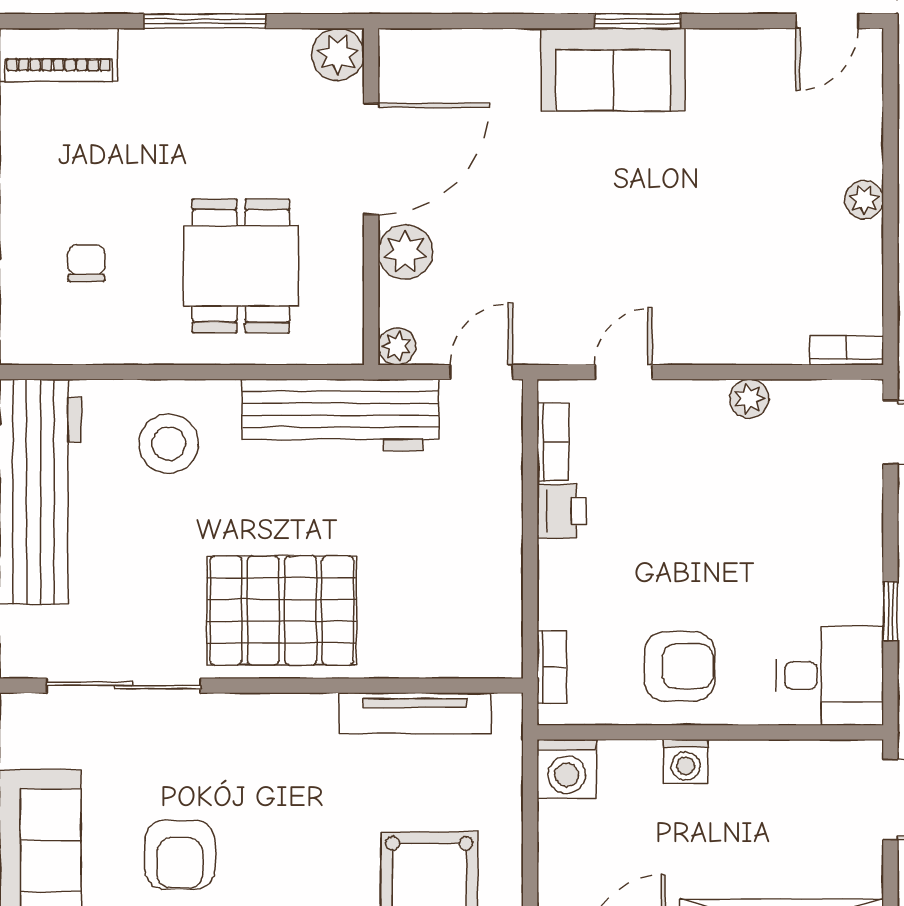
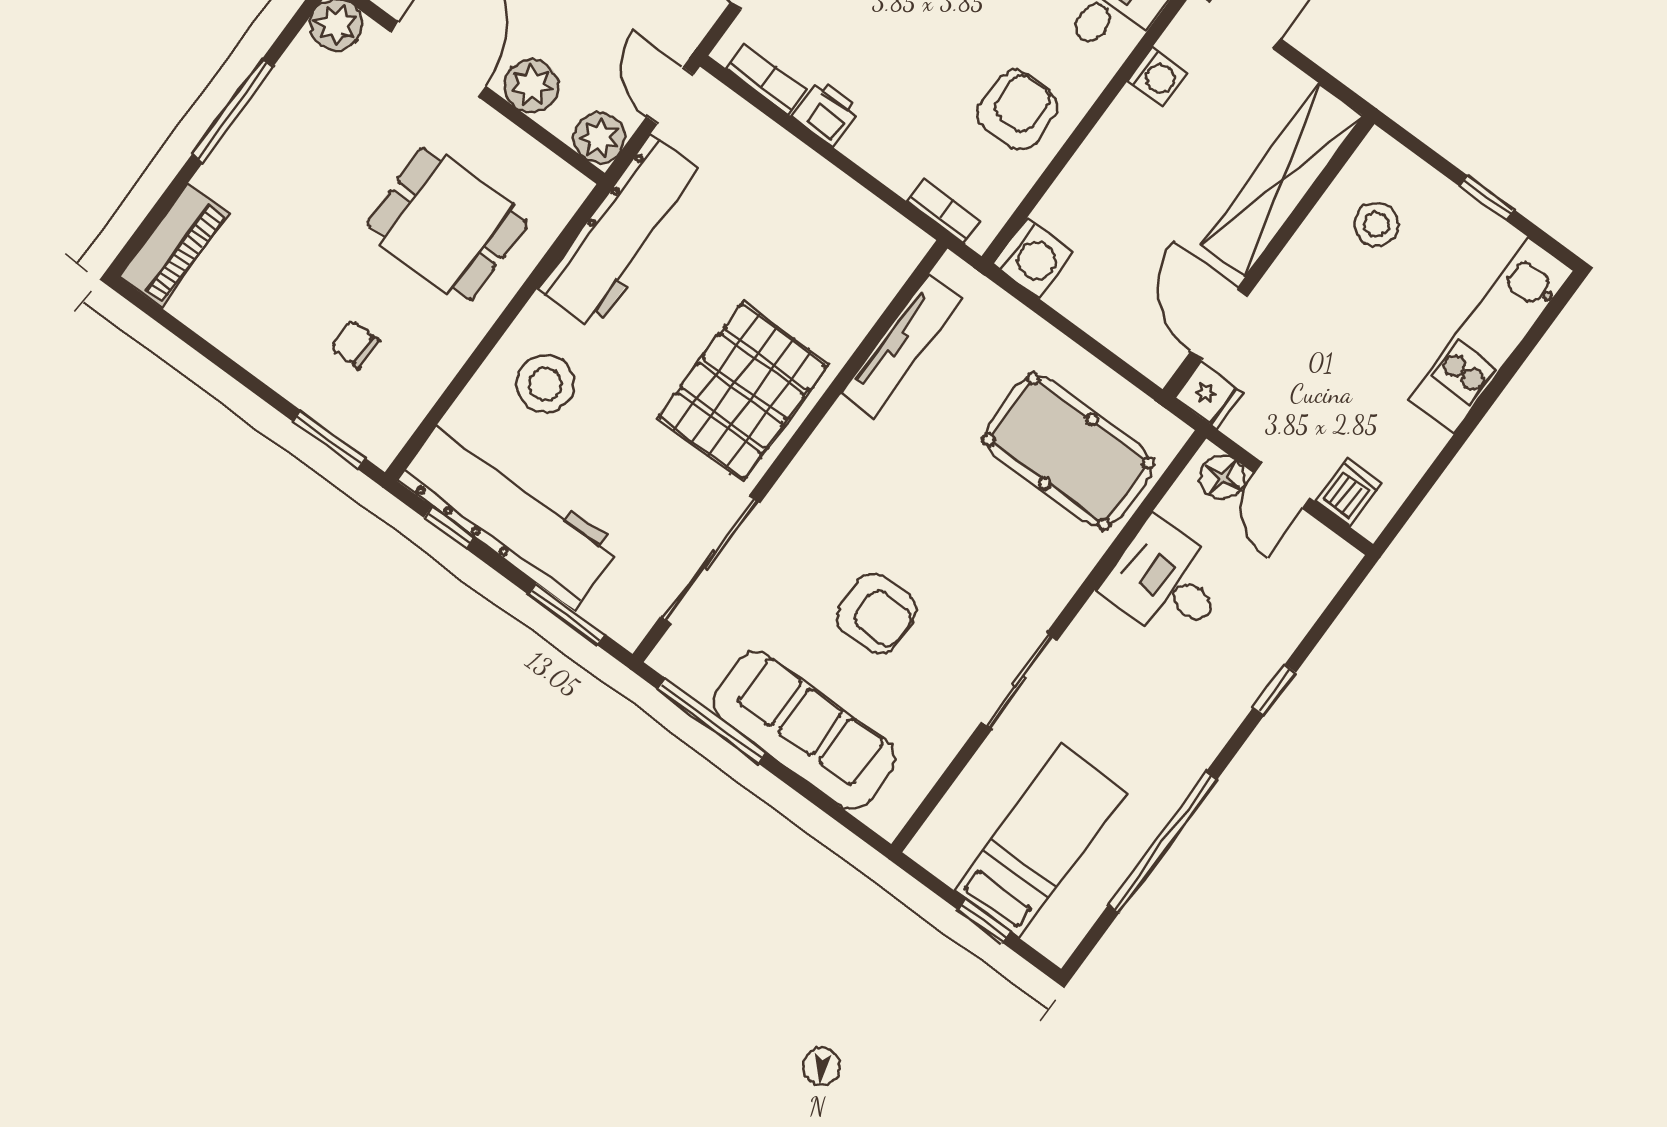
plant: (397, 346) -> (599, 138), width x1.38, depth x1.38
washing machine: (686, 761) -> (1158, 77), moved

